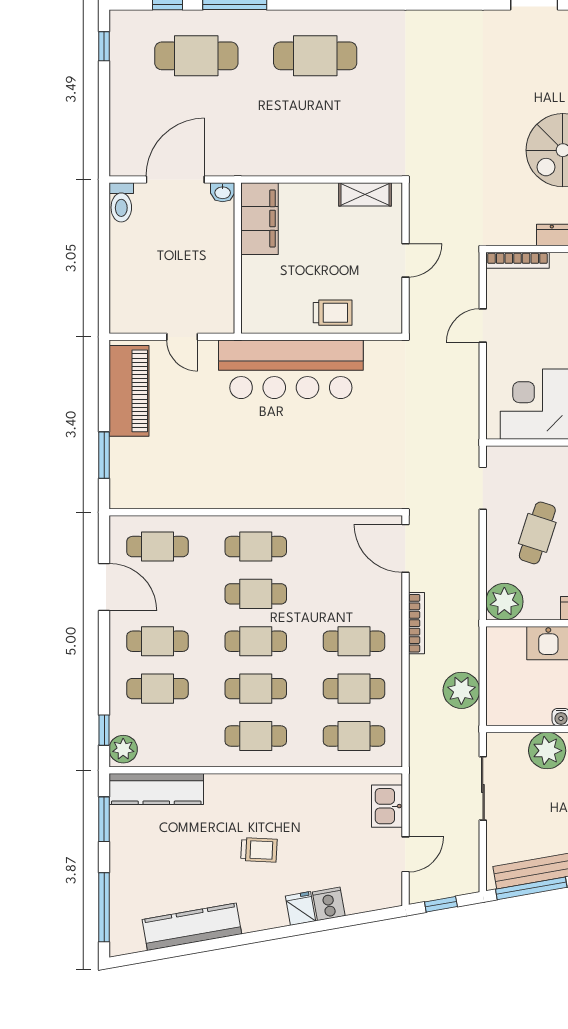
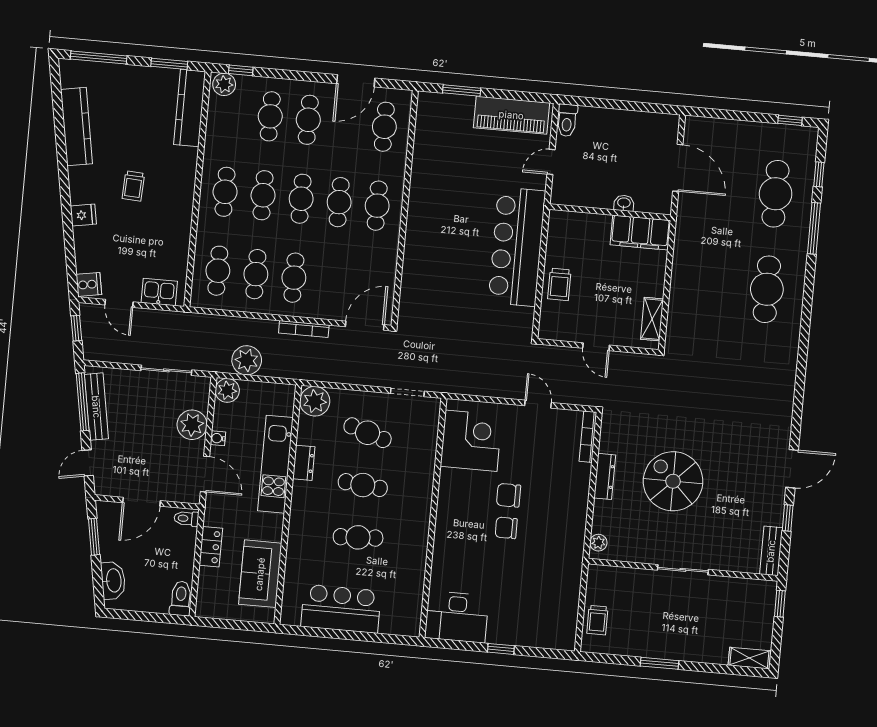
washbasin: (223, 192) -> (624, 203), moved, turned 90
toilet: (121, 202) -> (567, 120), moved, turned -90
plant: (501, 711) -> (227, 390), added
cooker: (329, 904) -> (89, 284), moved

